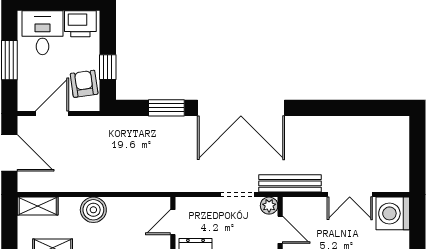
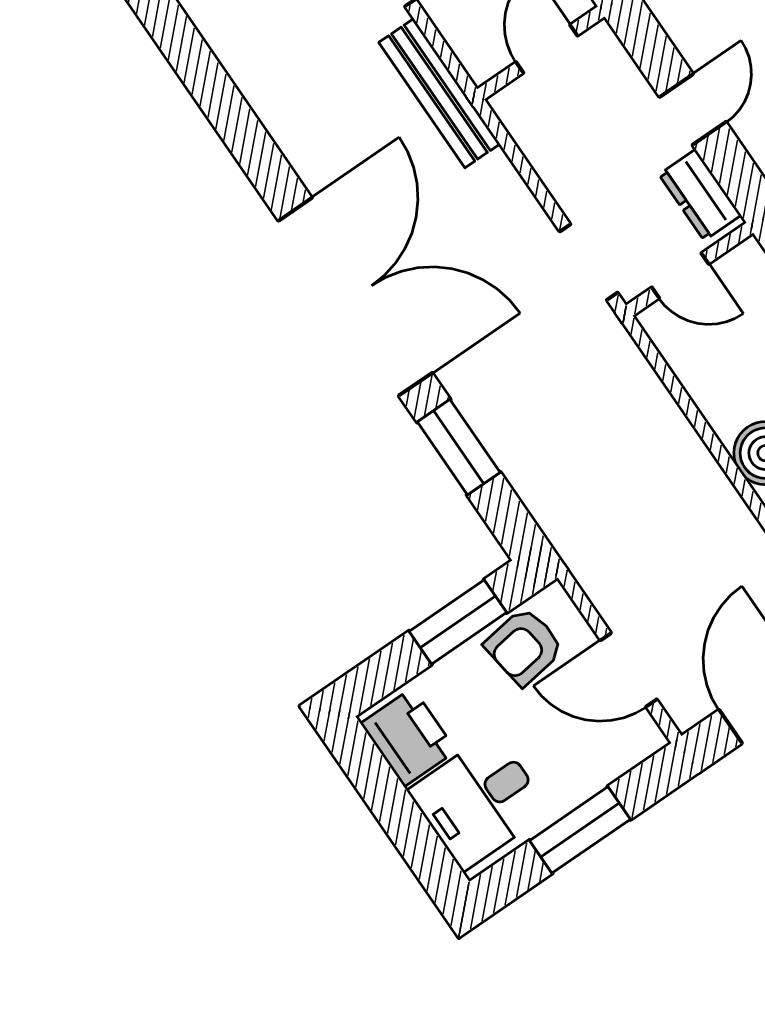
window: (108, 67) -> (458, 622), width x1.50
doorway: (238, 194) -> (589, 262), moved
plant: (269, 206) -> (513, 105), removed

